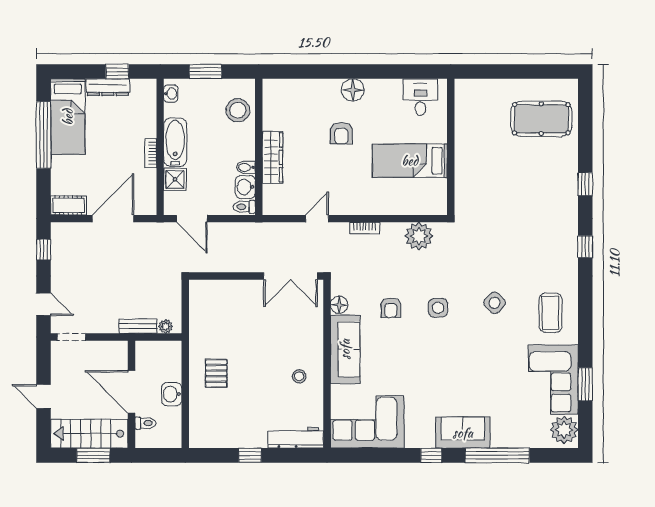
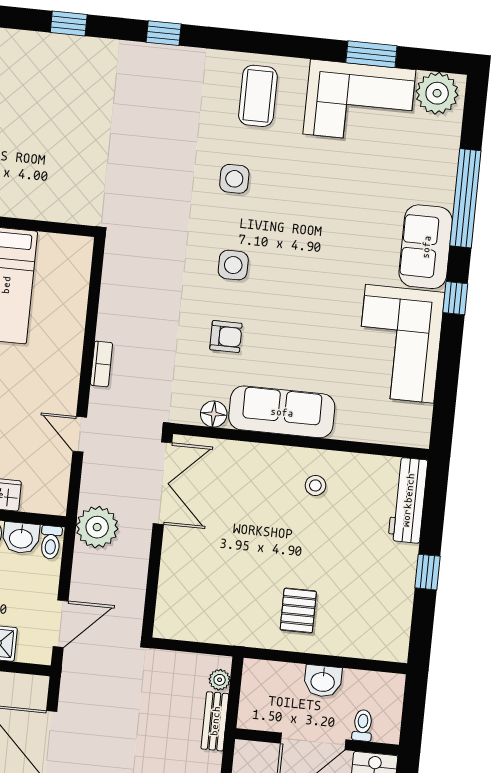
plant: (419, 236) -> (97, 527), moved
side table: (495, 303) -> (234, 179), turned 45
coffee table: (550, 313) -> (258, 96), turned 90
pallet: (216, 373) -> (298, 611), turned 90
corner sofa: (367, 422) -> (400, 344), moved

